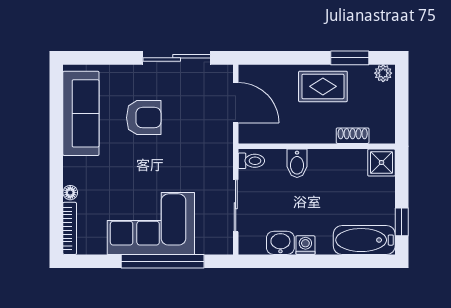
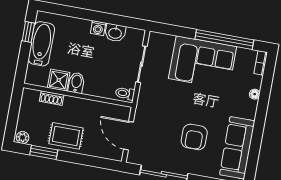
armchair: (144, 118) -> (194, 137), turned -90
bidet: (297, 163) -> (76, 83), moved
shower: (381, 163) -> (59, 80), moved
bookcase: (70, 228) -> (261, 63), width x0.64
bathtub: (364, 240) -> (41, 44), moved, turned -90
window: (163, 261) -> (224, 39), moved

